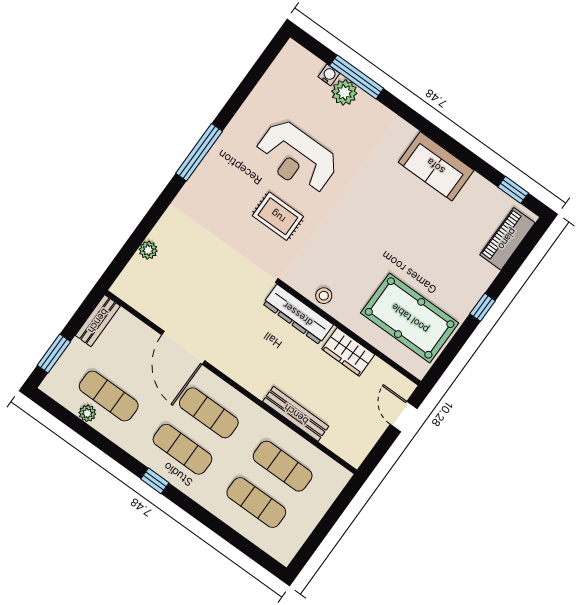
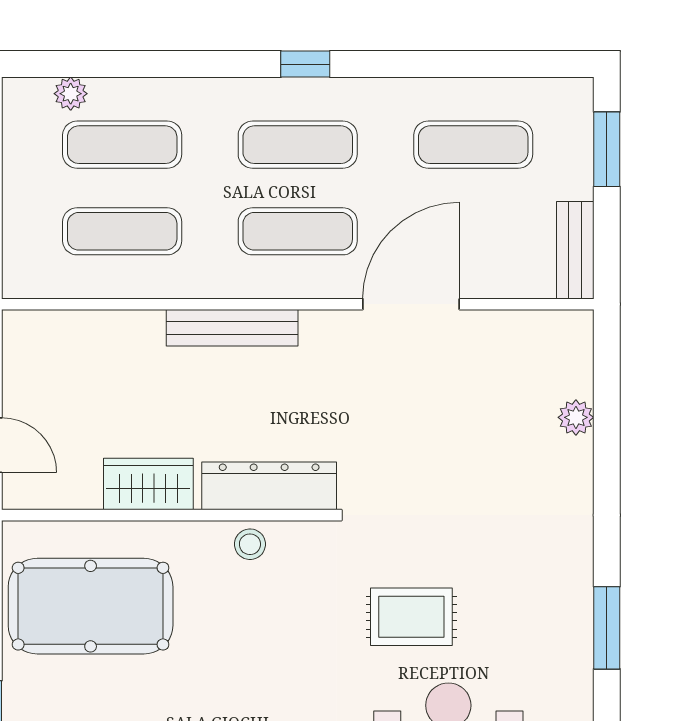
window: (199, 152) -> (607, 628), width x0.69
door: (183, 348) -> (411, 304), hinge flipped
plant: (87, 413) -> (71, 94), moved
bench: (296, 414) -> (232, 328), moved

